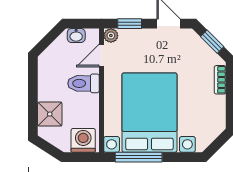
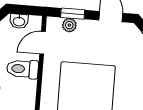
plant: (111, 36) -> (69, 25), moved

